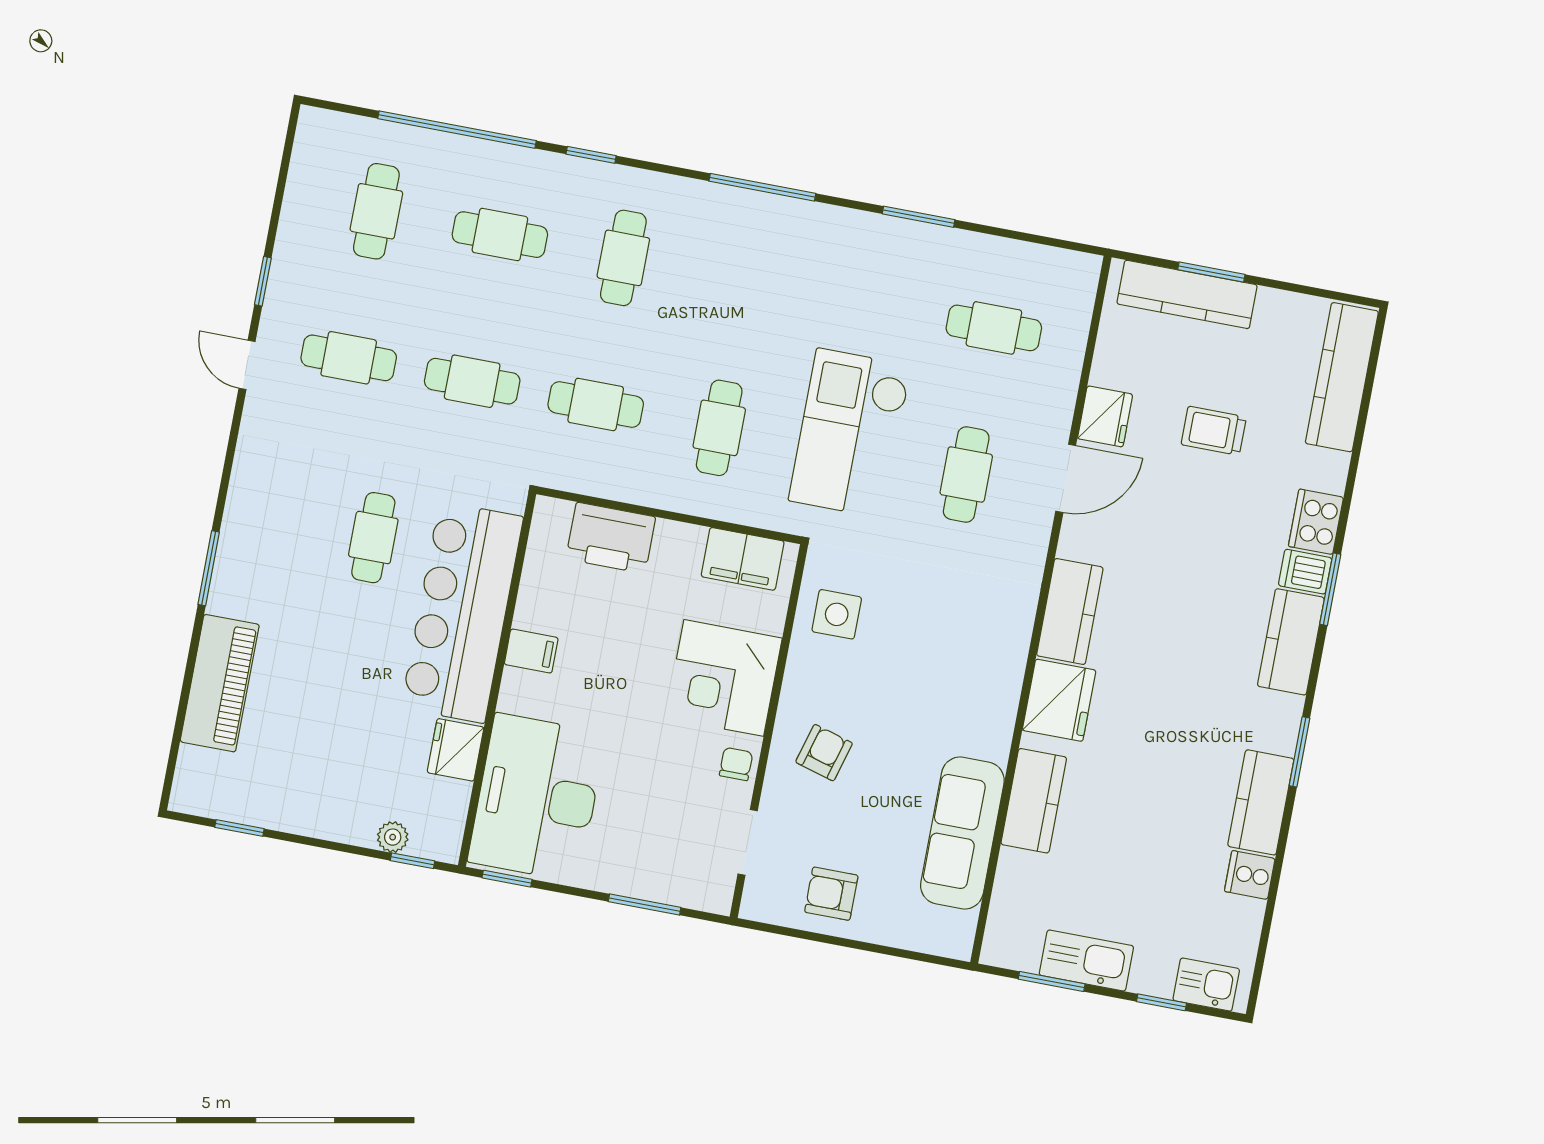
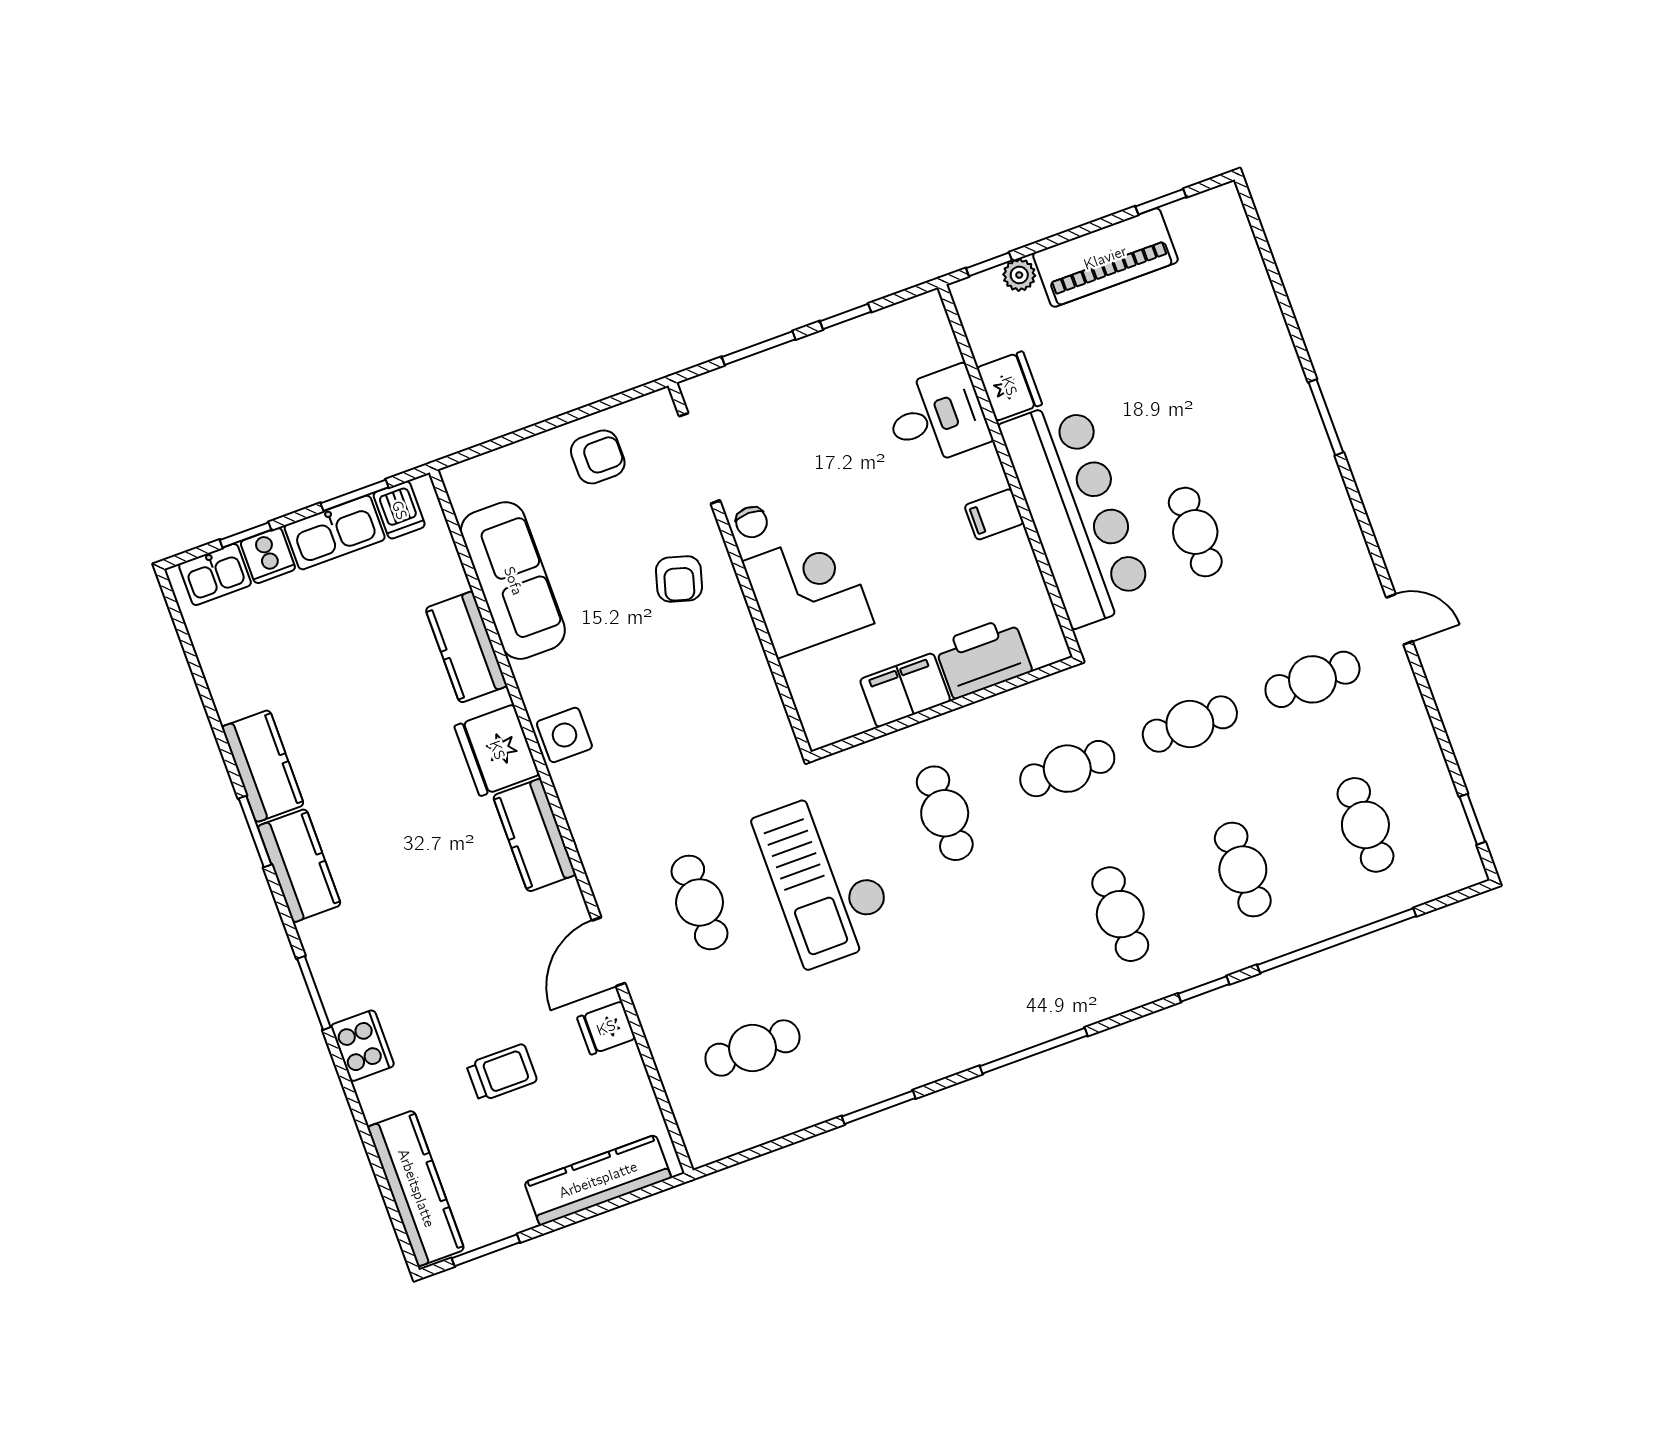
cafe table: (500, 235) -> (1243, 870), turned 90
window: (1211, 272) -> (486, 1250), moved
window: (263, 281) -> (1472, 819), moved
fridge: (1105, 416) -> (606, 1028), width x0.72
checkout: (850, 433) -> (825, 878), turned 180
filing cabinet: (743, 559) -> (905, 690), moved
dishwasher: (1305, 572) -> (399, 510), moved, turned 90
side table: (837, 614) -> (564, 735), moved
kitchen counter: (1291, 642) -> (299, 866), moved
piano: (220, 683) -> (1105, 258), moved, turned -90
desk: (537, 798) -> (937, 417), width x0.53, depth x0.77
doorway: (748, 842) -> (700, 458), width x1.38
cooker: (1250, 875) -> (268, 556), moved, turned 90
window: (507, 879) -> (846, 317), moved

